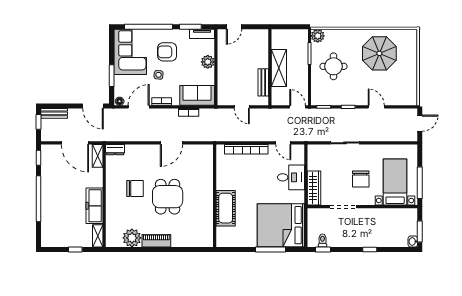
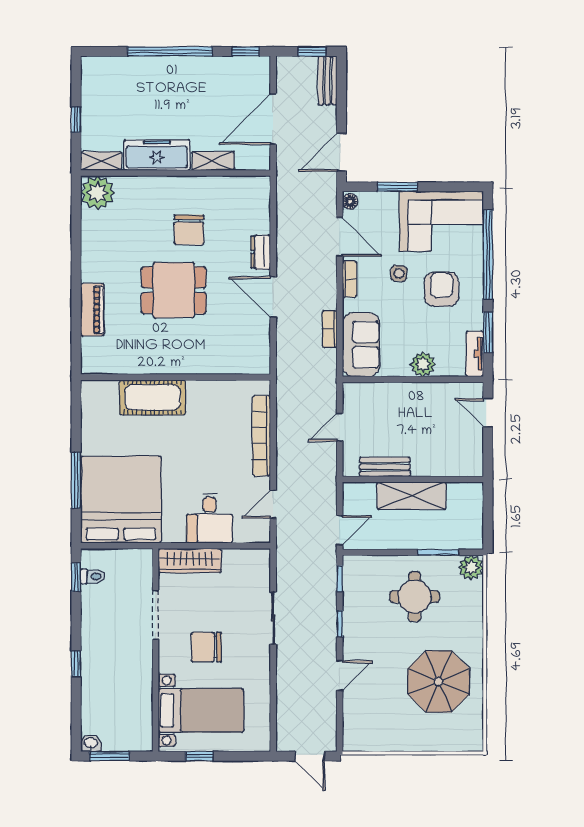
dresser: (115, 150) -> (261, 252), moved
shelving: (98, 156) -> (213, 161), moved
window: (420, 183) -> (199, 756), width x0.46
plant: (132, 238) -> (98, 193), moved
piano: (156, 241) -> (92, 310), moved

